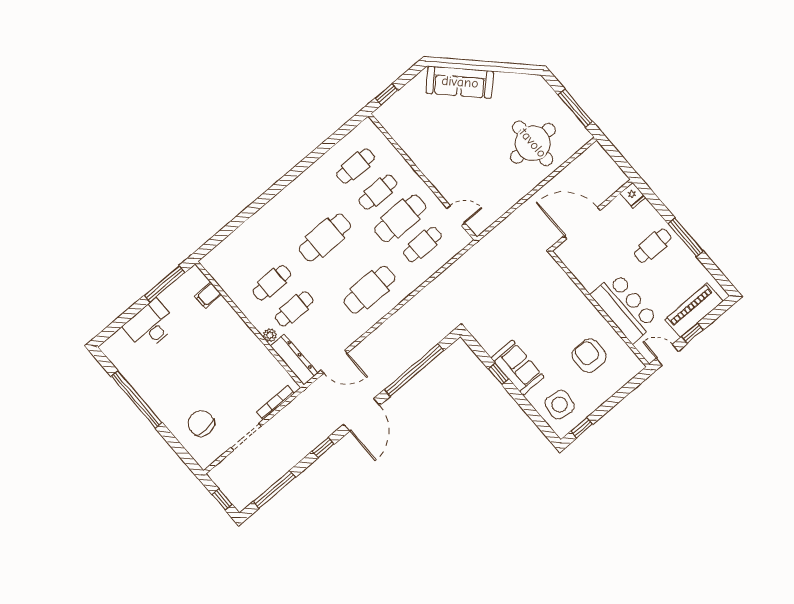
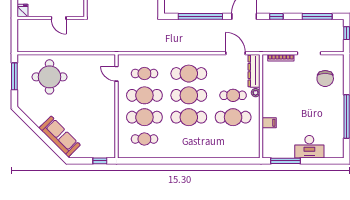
cafe table: (378, 192) -> (144, 117), width x1.37, depth x1.35
door: (582, 223) -> (59, 18), width x0.53
cafe table: (347, 264) -> (189, 95), added
cafe table: (272, 283) -> (233, 117), width x1.37, depth x1.35
filing cabinet: (208, 295) -> (269, 123), moved

